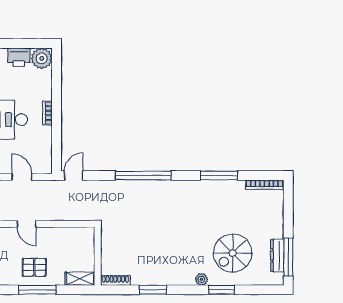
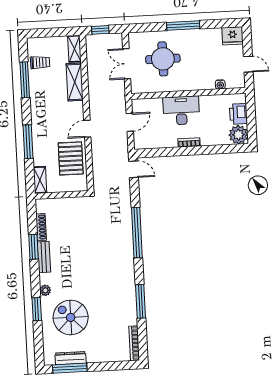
pallet: (34, 267) -> (71, 158), moved, width x1.50, depth x1.42
bench: (165, 279) -> (44, 257), added
shoe rack: (115, 280) -> (41, 227), moved

